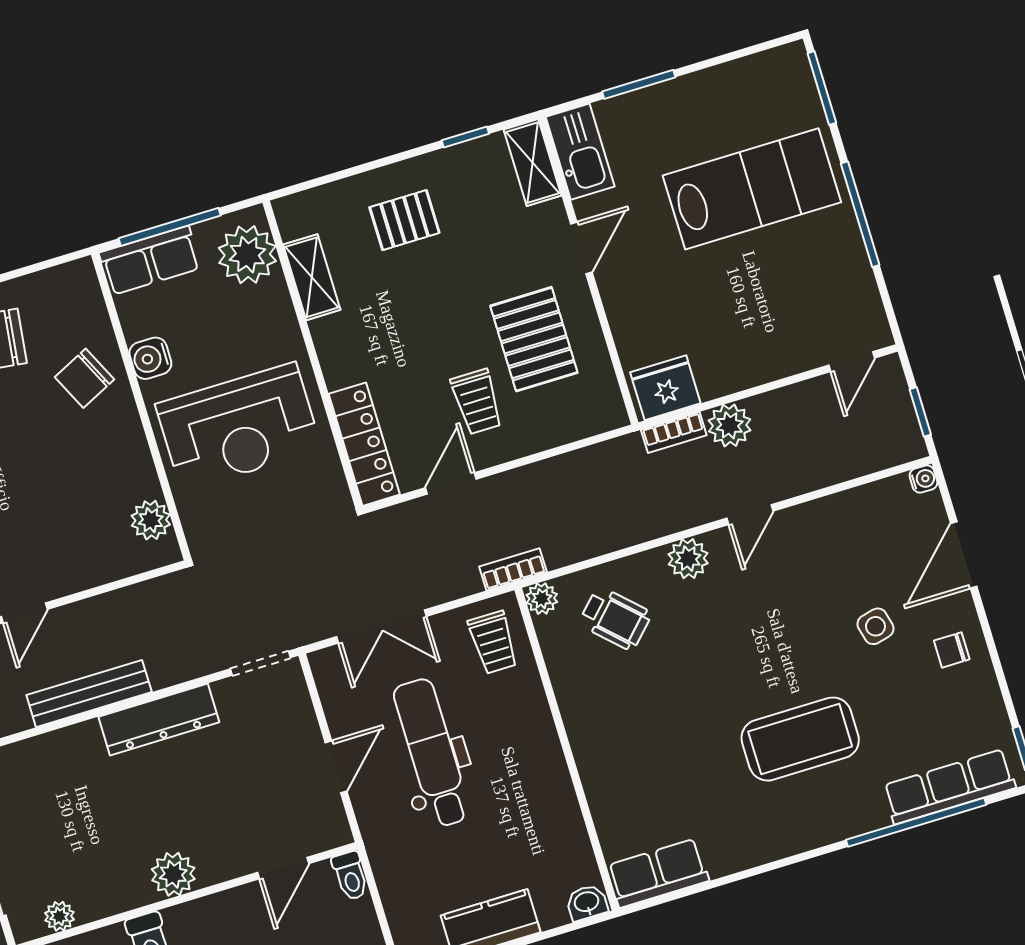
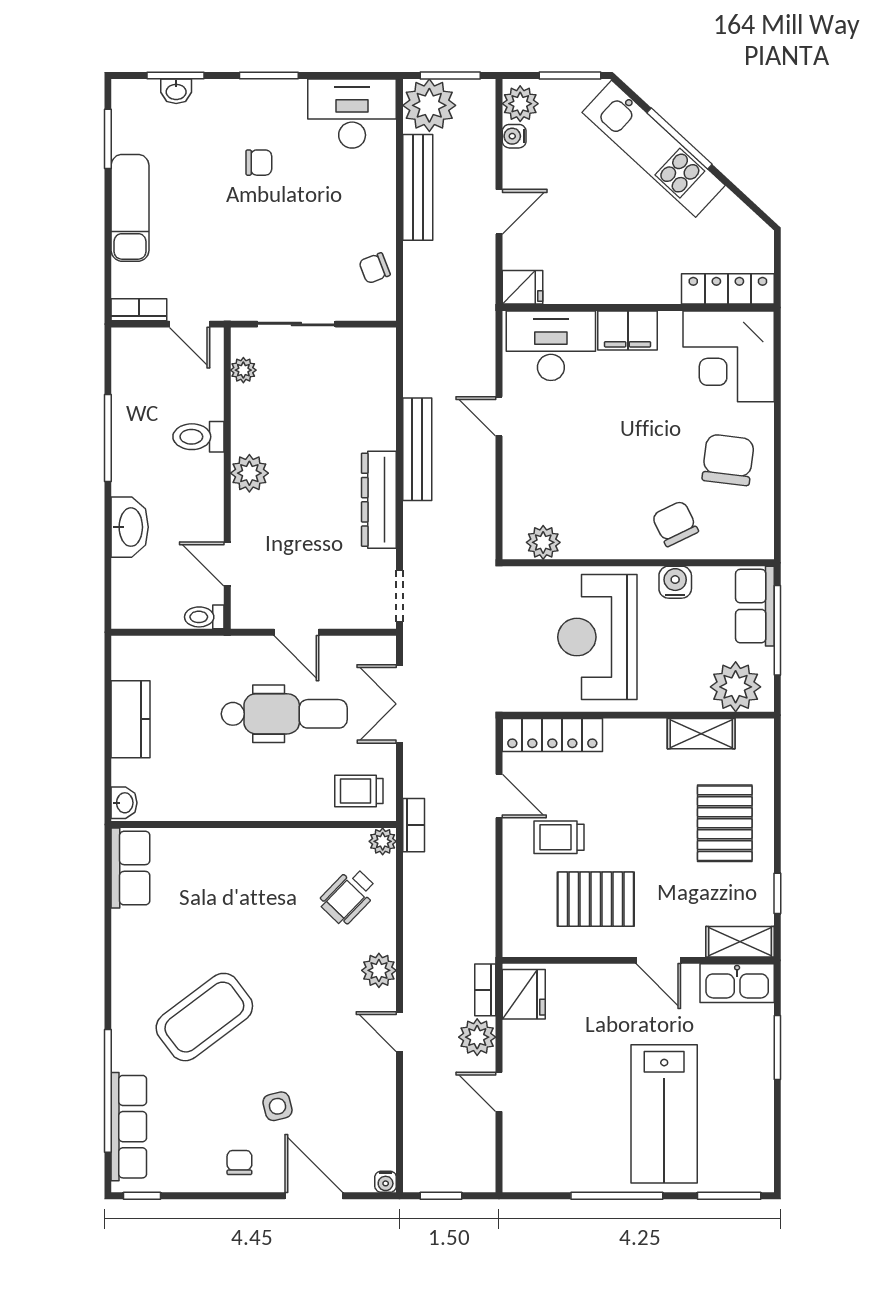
pallet: (404, 220) -> (725, 823), width x1.50, depth x1.42
door: (852, 362) -> (499, 1092), moved
coffee table: (800, 739) -> (204, 1017), turned 53

